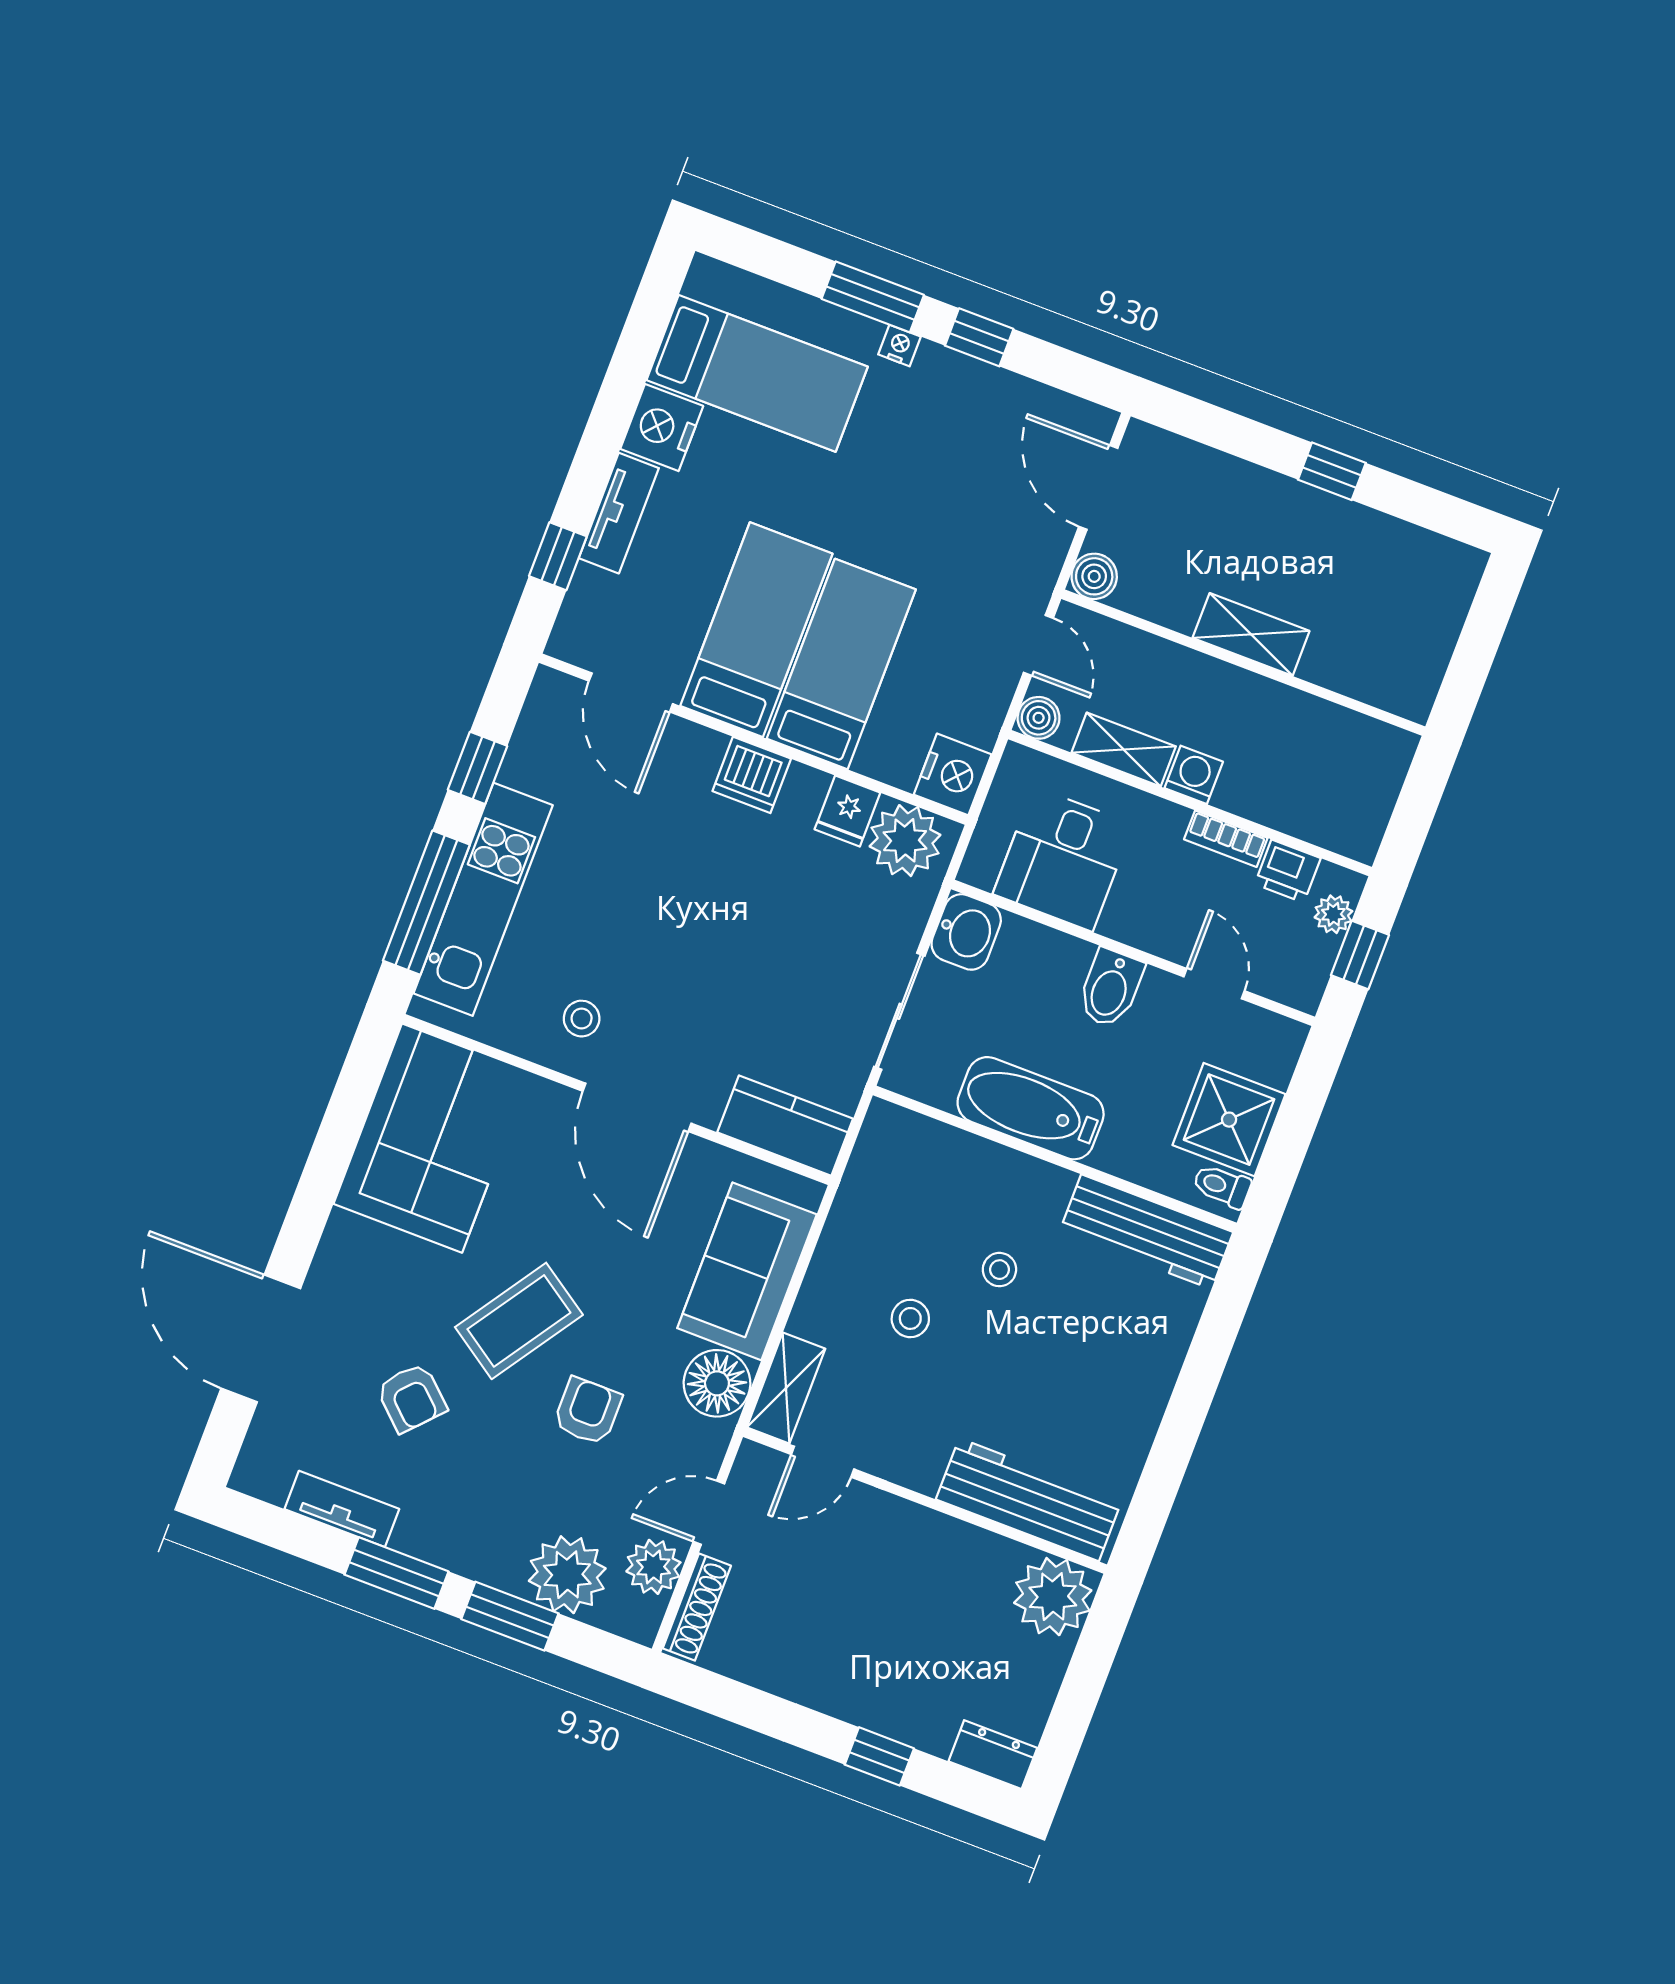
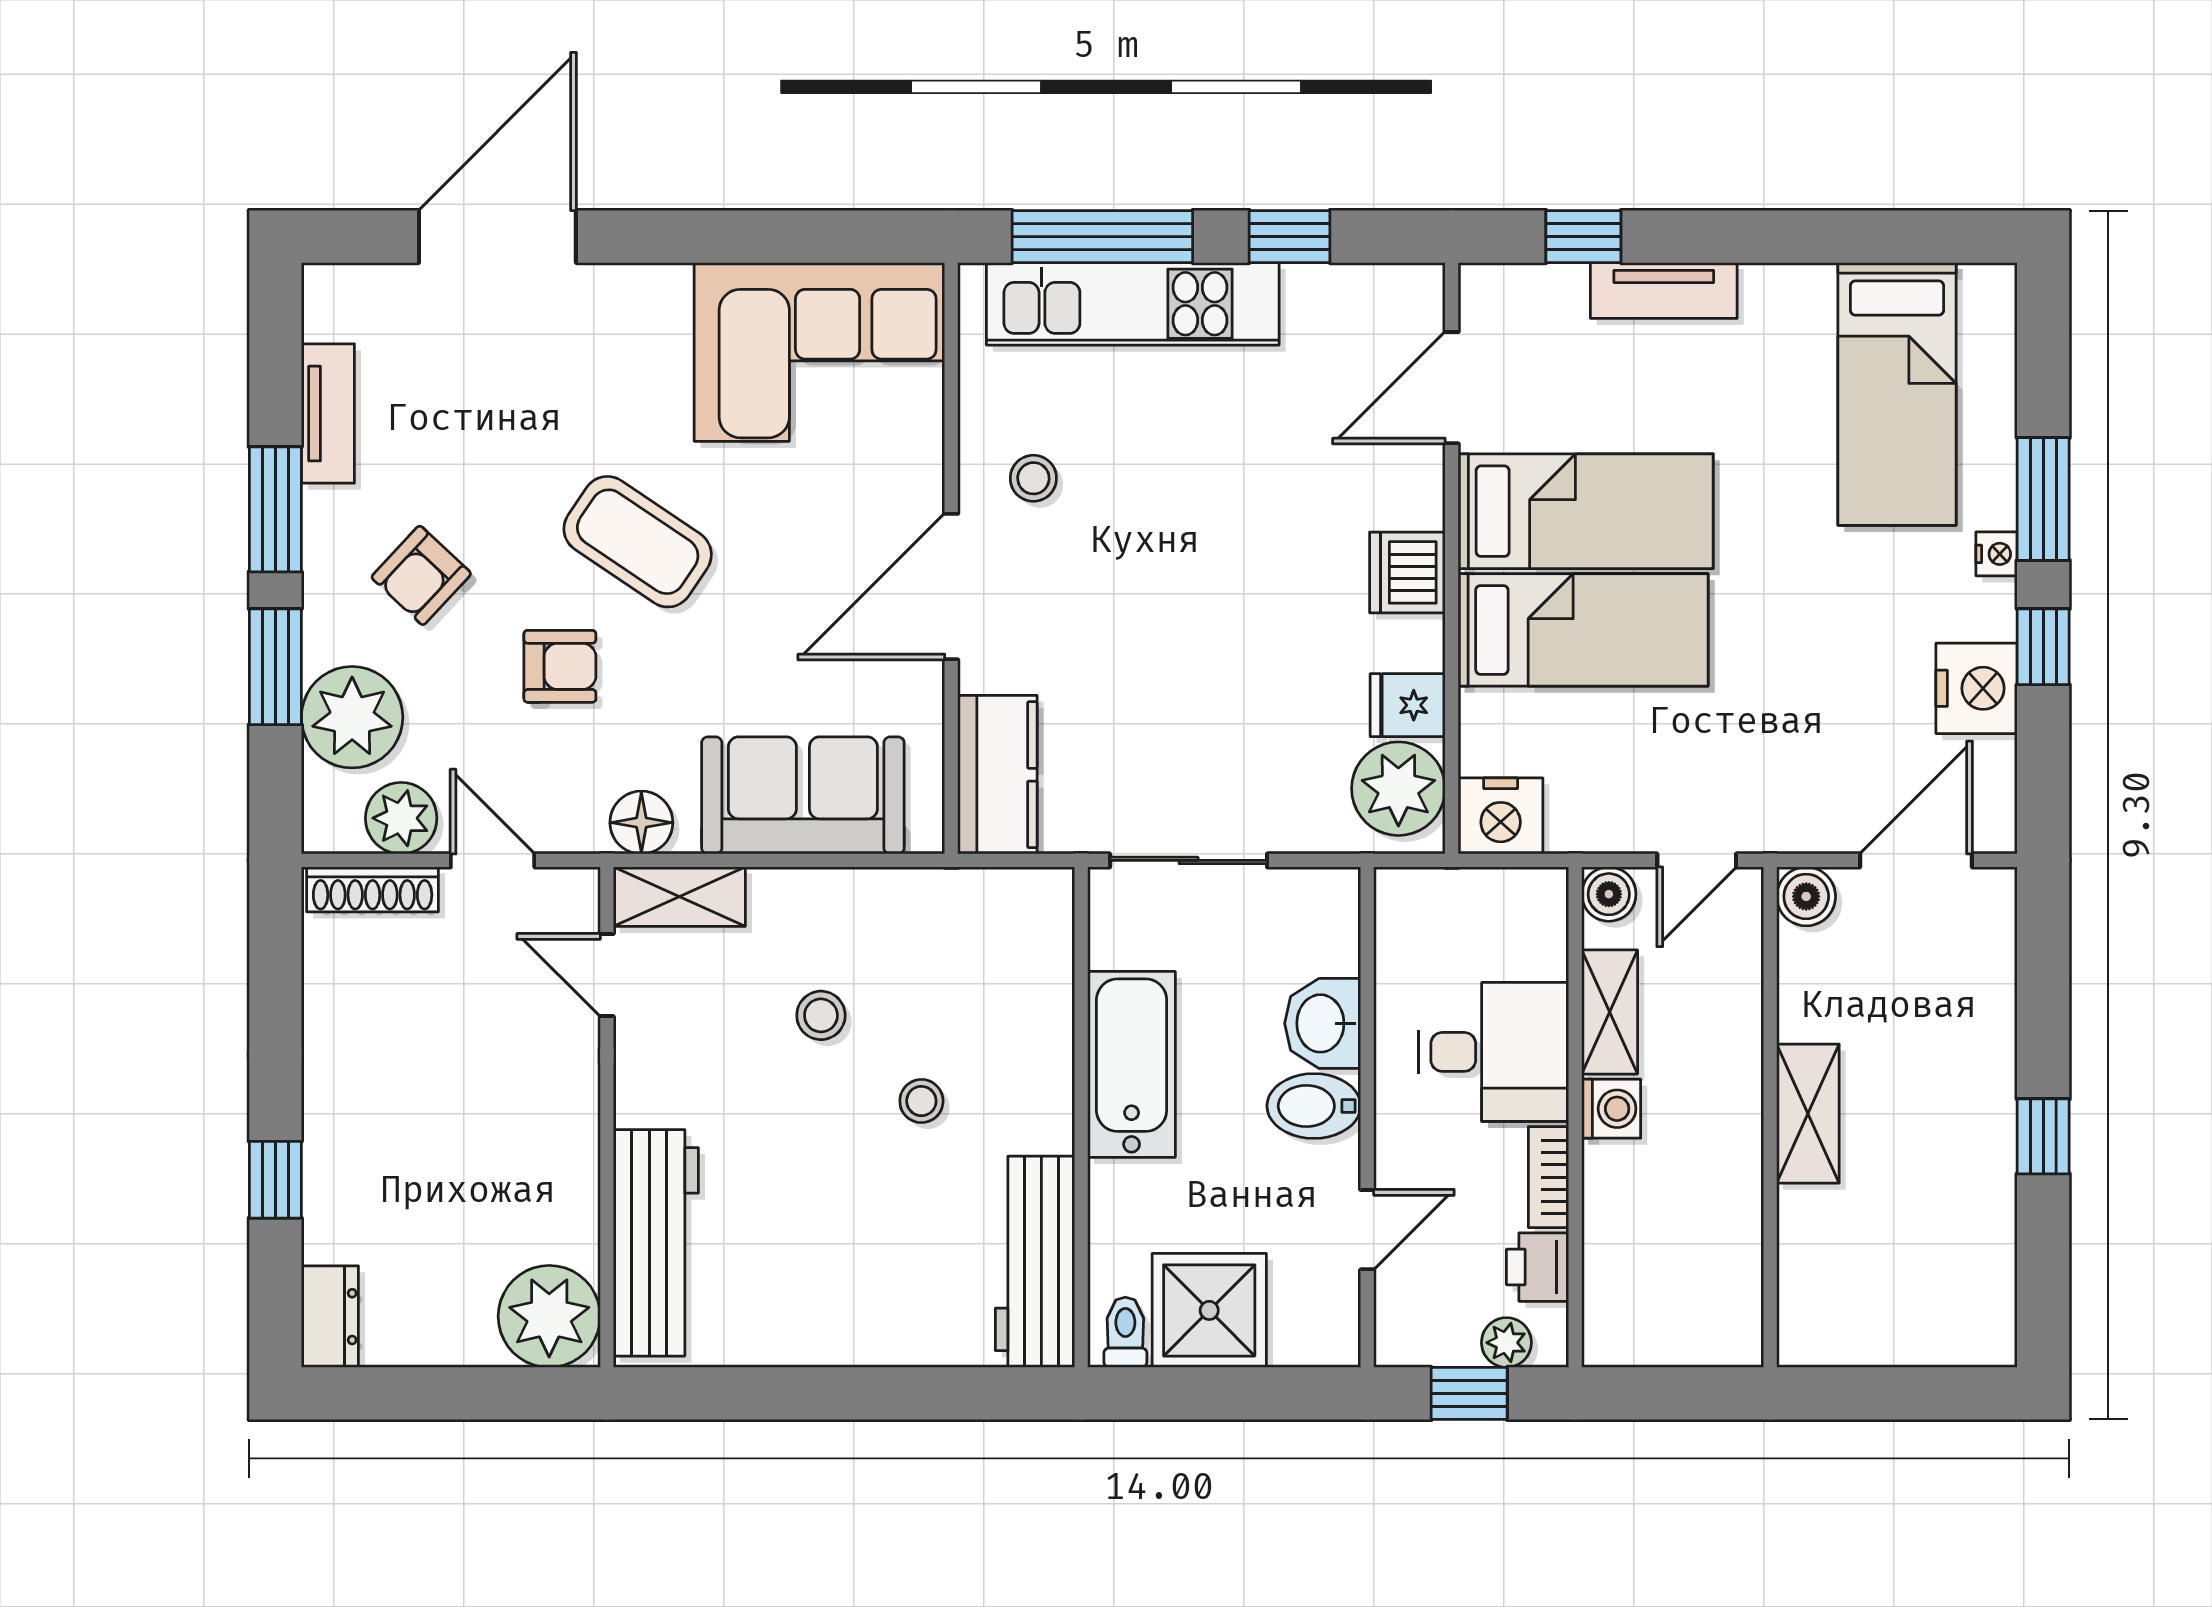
nightstand: (662, 427) -> (1977, 688), moved, turned 90
desk: (1063, 859) -> (1494, 1052), moved, turned 180
washbasin: (966, 932) -> (1323, 1023), moved, turned 90
floor lamp: (717, 1383) -> (641, 823), width x0.73, depth x0.73
armchair: (412, 1398) -> (421, 575), moved

